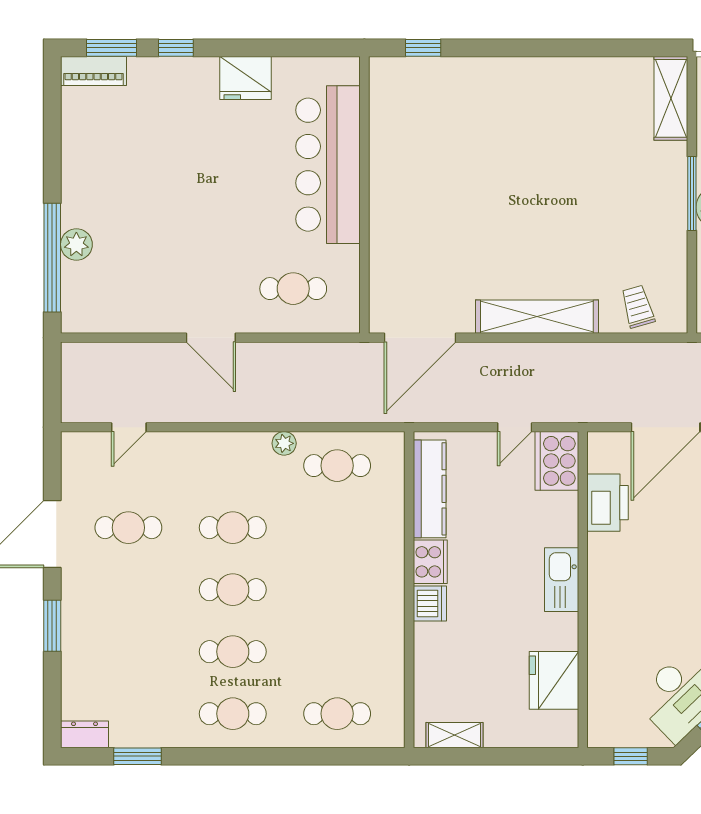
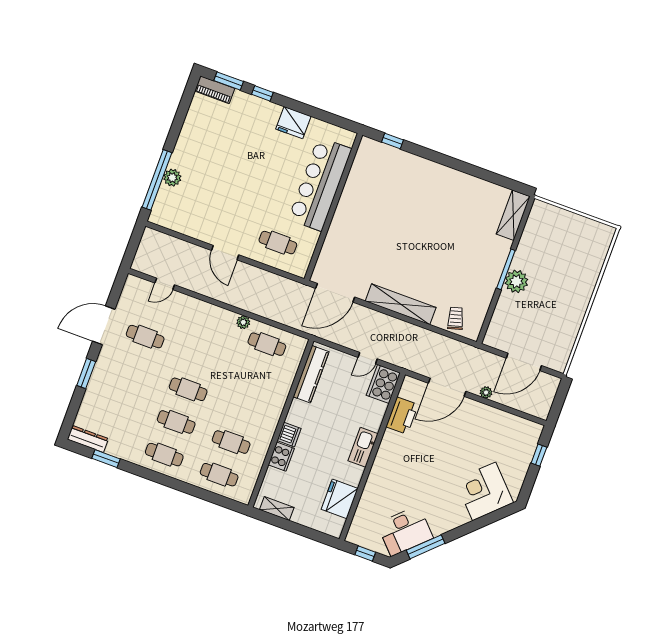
cafe table: (233, 528) -> (231, 442), moved
cooker: (430, 562) -> (281, 457), moved
dresser: (85, 734) -> (88, 439), width x1.44

